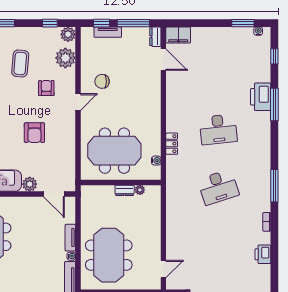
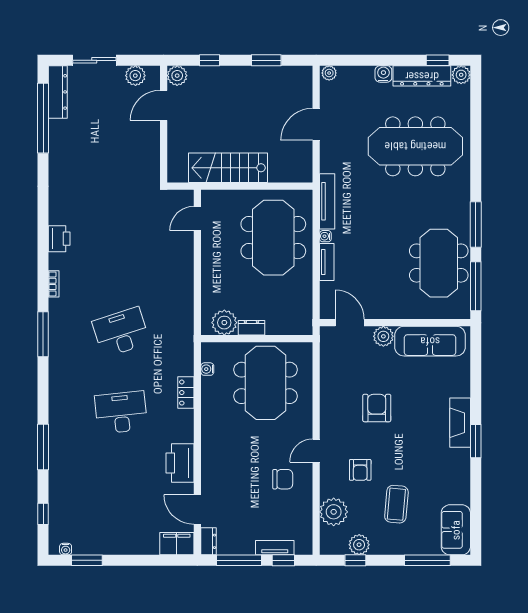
plant: (68, 34) -> (359, 545), moved
printer: (261, 97) -> (180, 463), moved, turned 180
meeting table: (114, 151) -> (265, 383), turned 90
plant: (140, 190) -> (224, 323), width x1.88, depth x1.88

